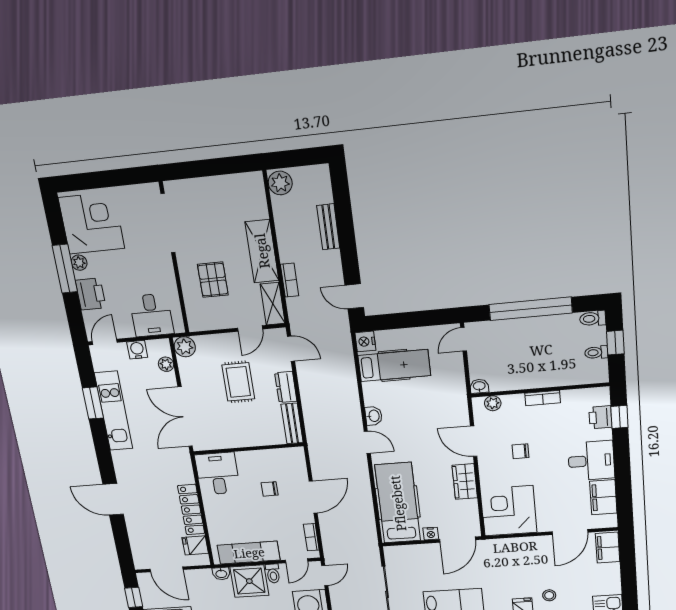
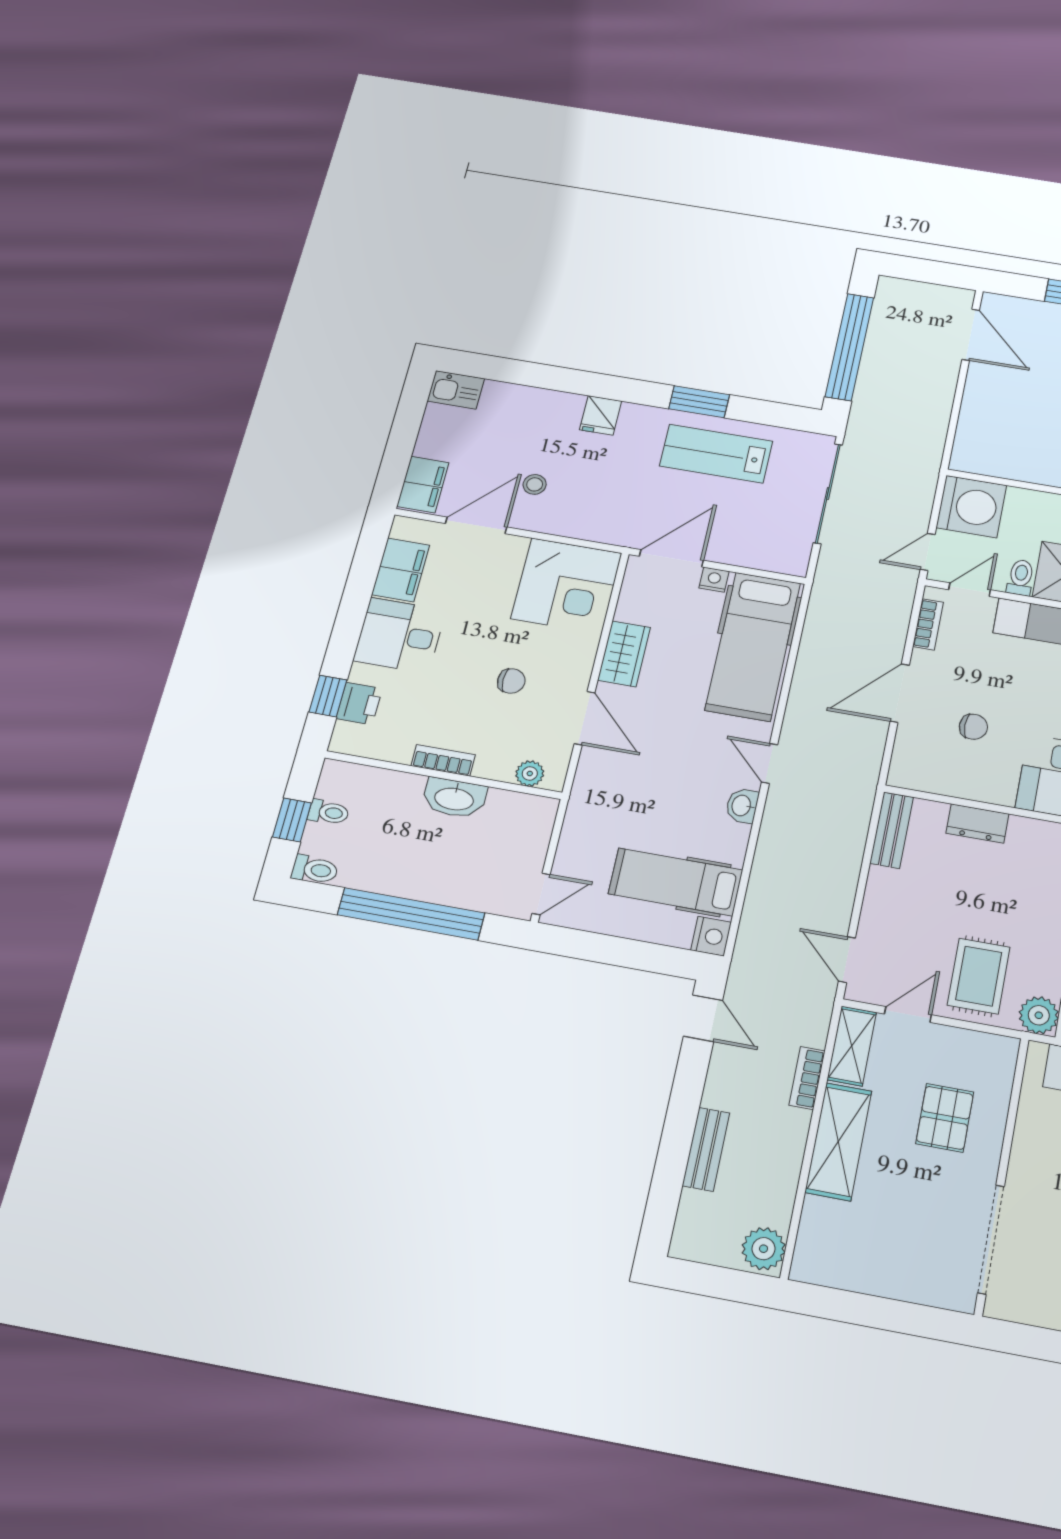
rug: (238, 382) -> (979, 976), moved
washbasin: (479, 386) -> (454, 798), moved, width x1.91, depth x1.45
dresser: (286, 387) -> (977, 824), moved, turned 90
stool: (549, 595) -> (535, 484), moved

